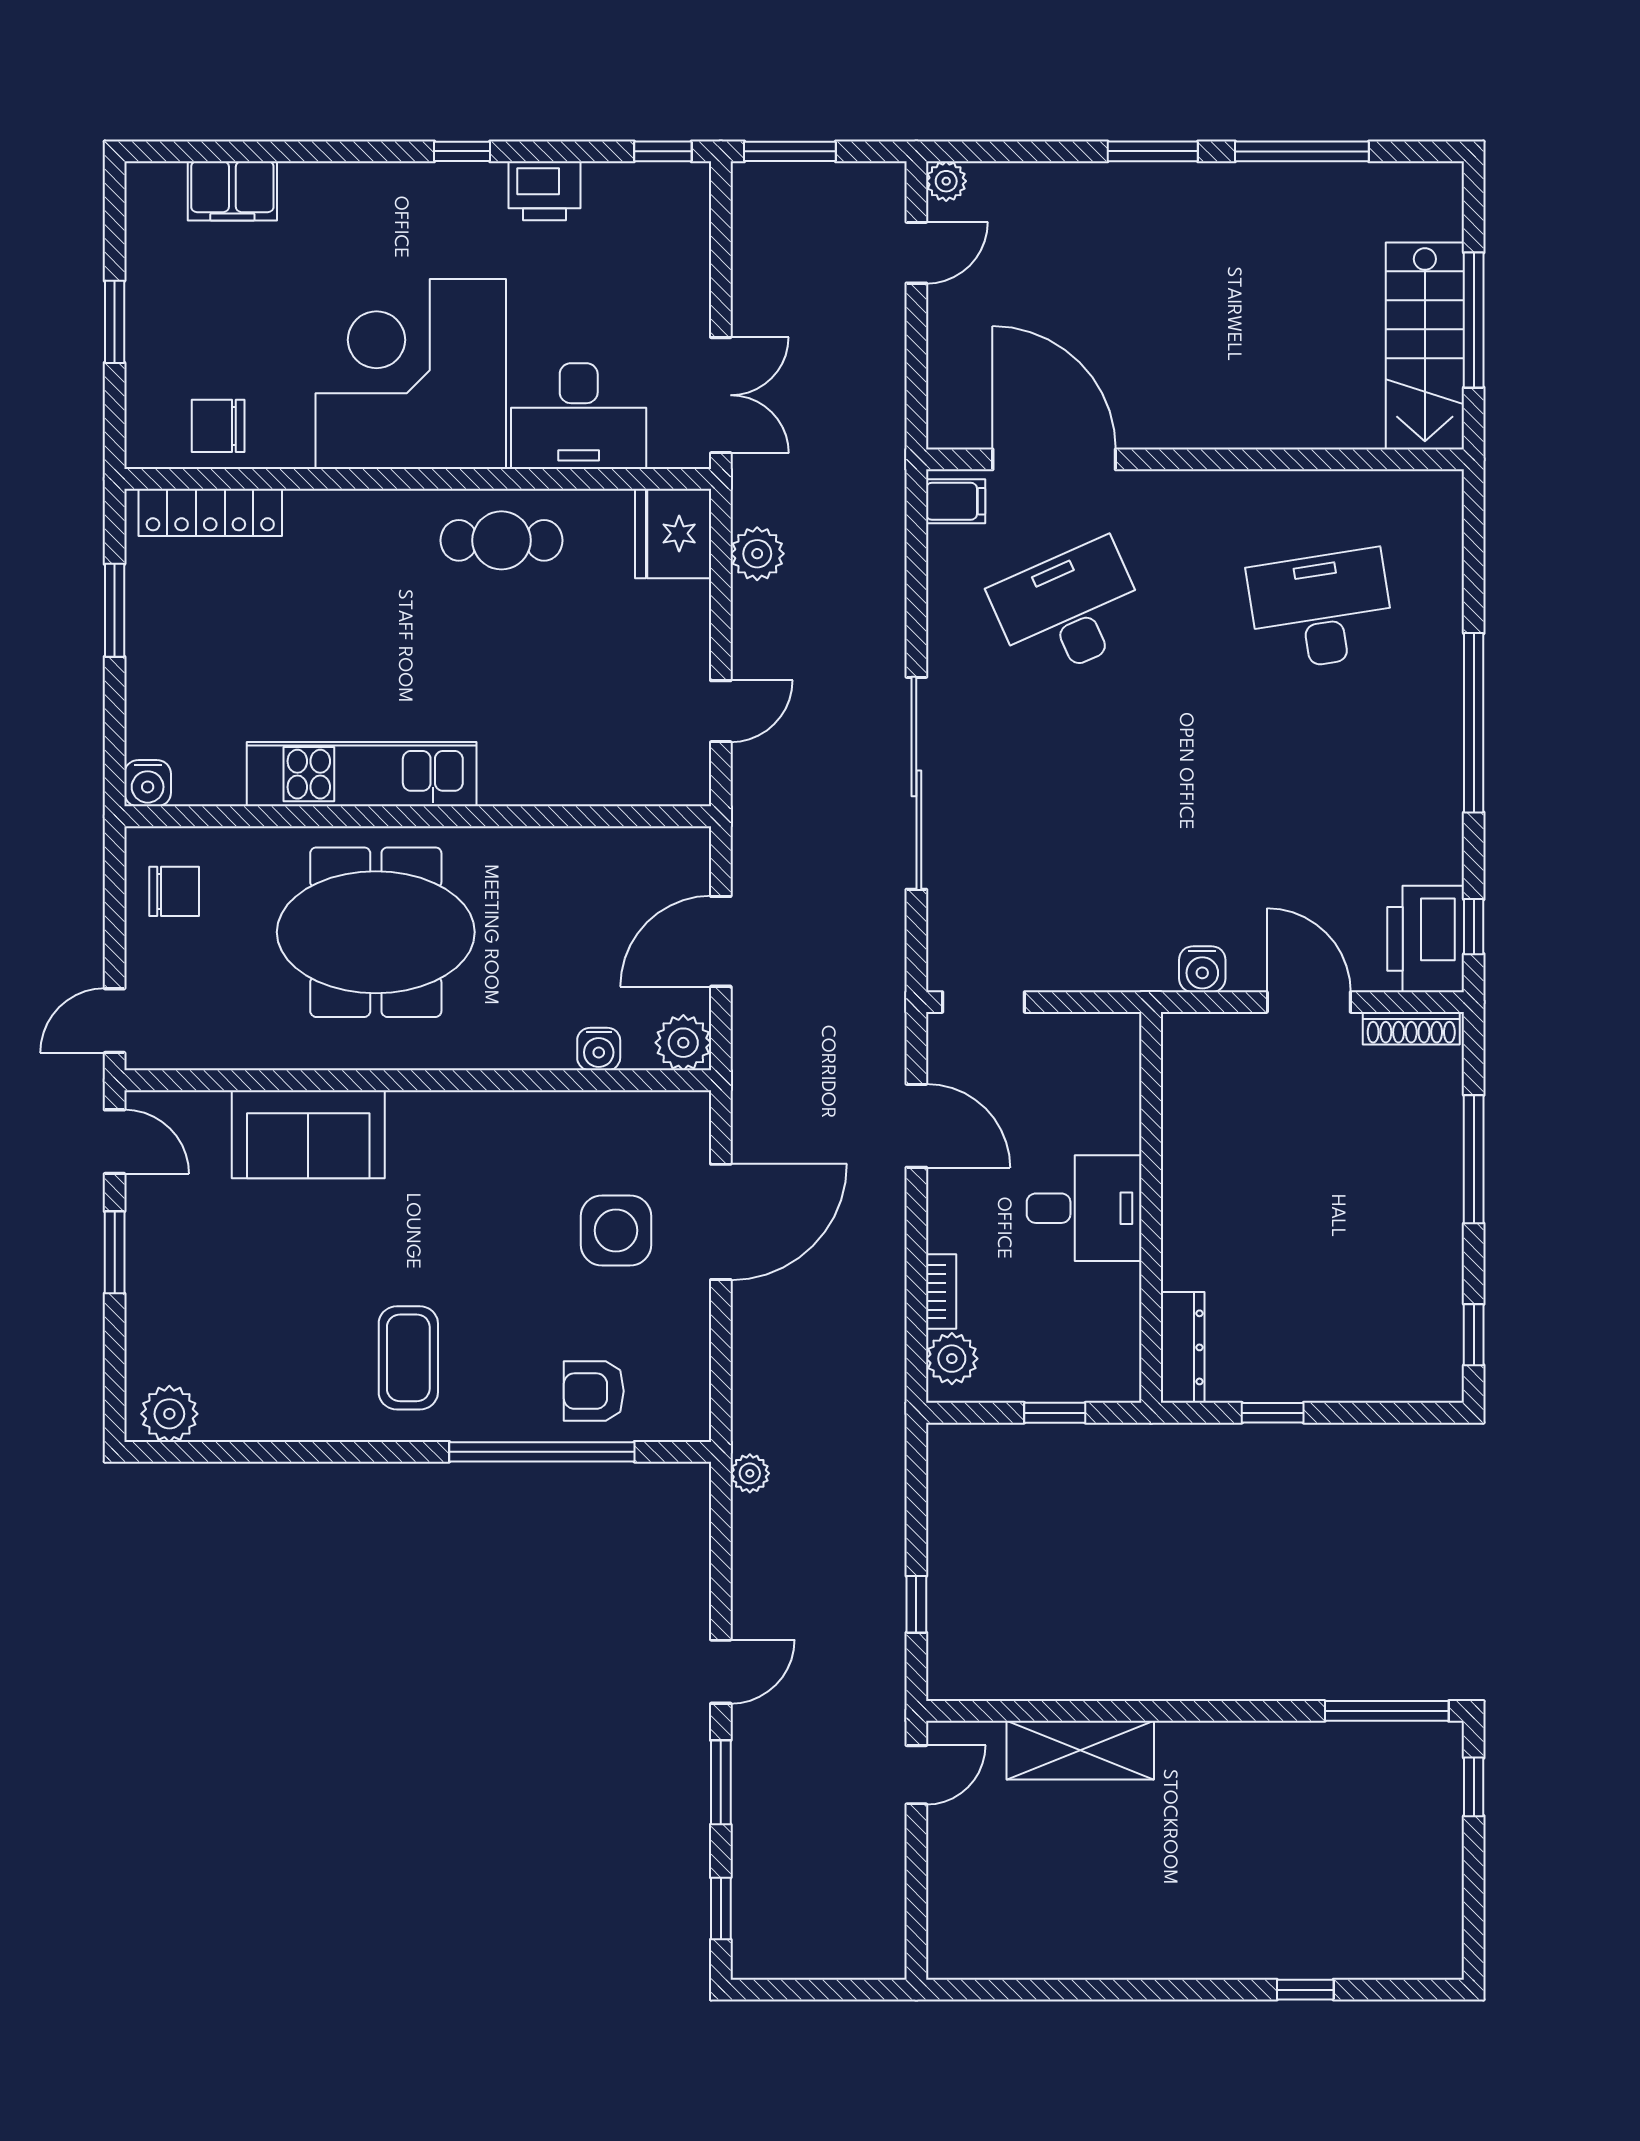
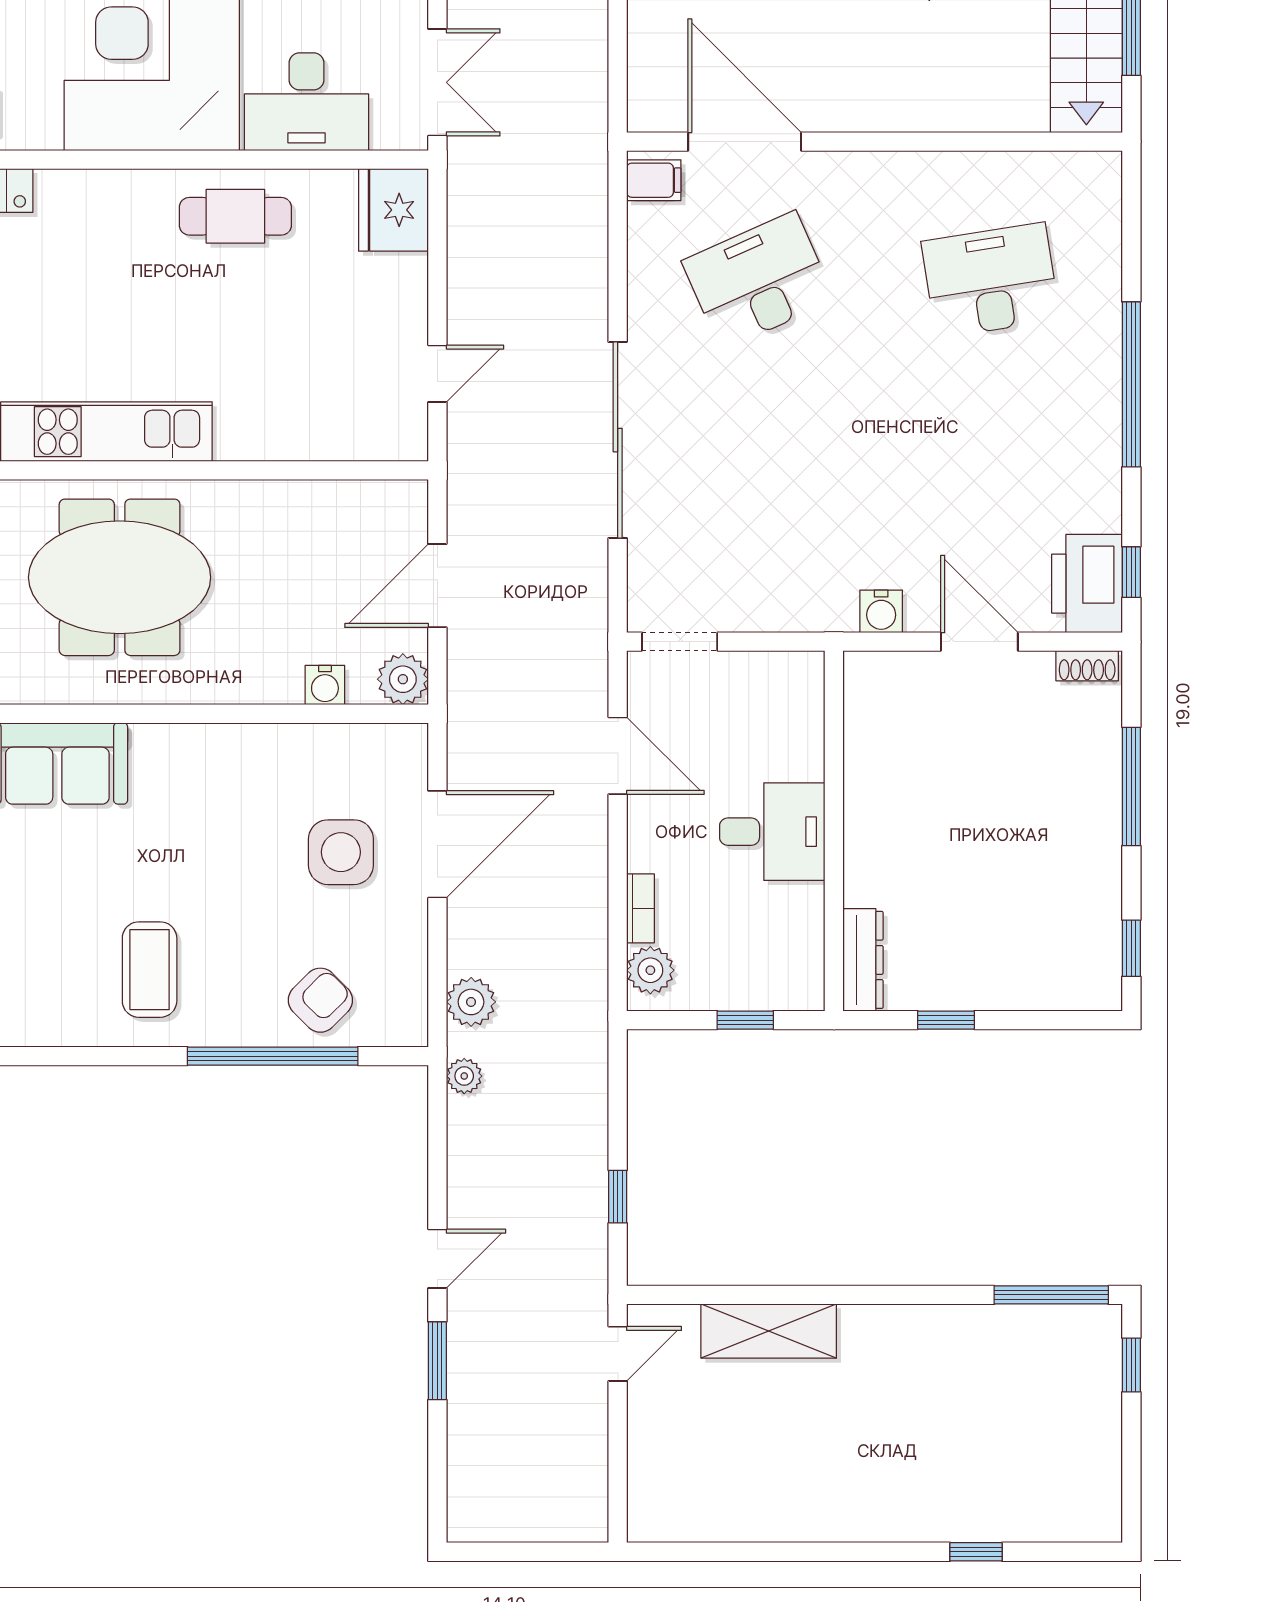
plant: (757, 554) -> (471, 1002), moved
shoe rack: (1411, 1028) -> (1087, 666), width x0.70
armchair: (594, 1391) -> (320, 1000), turned 135
window: (721, 1909) -> (437, 1477), removed

